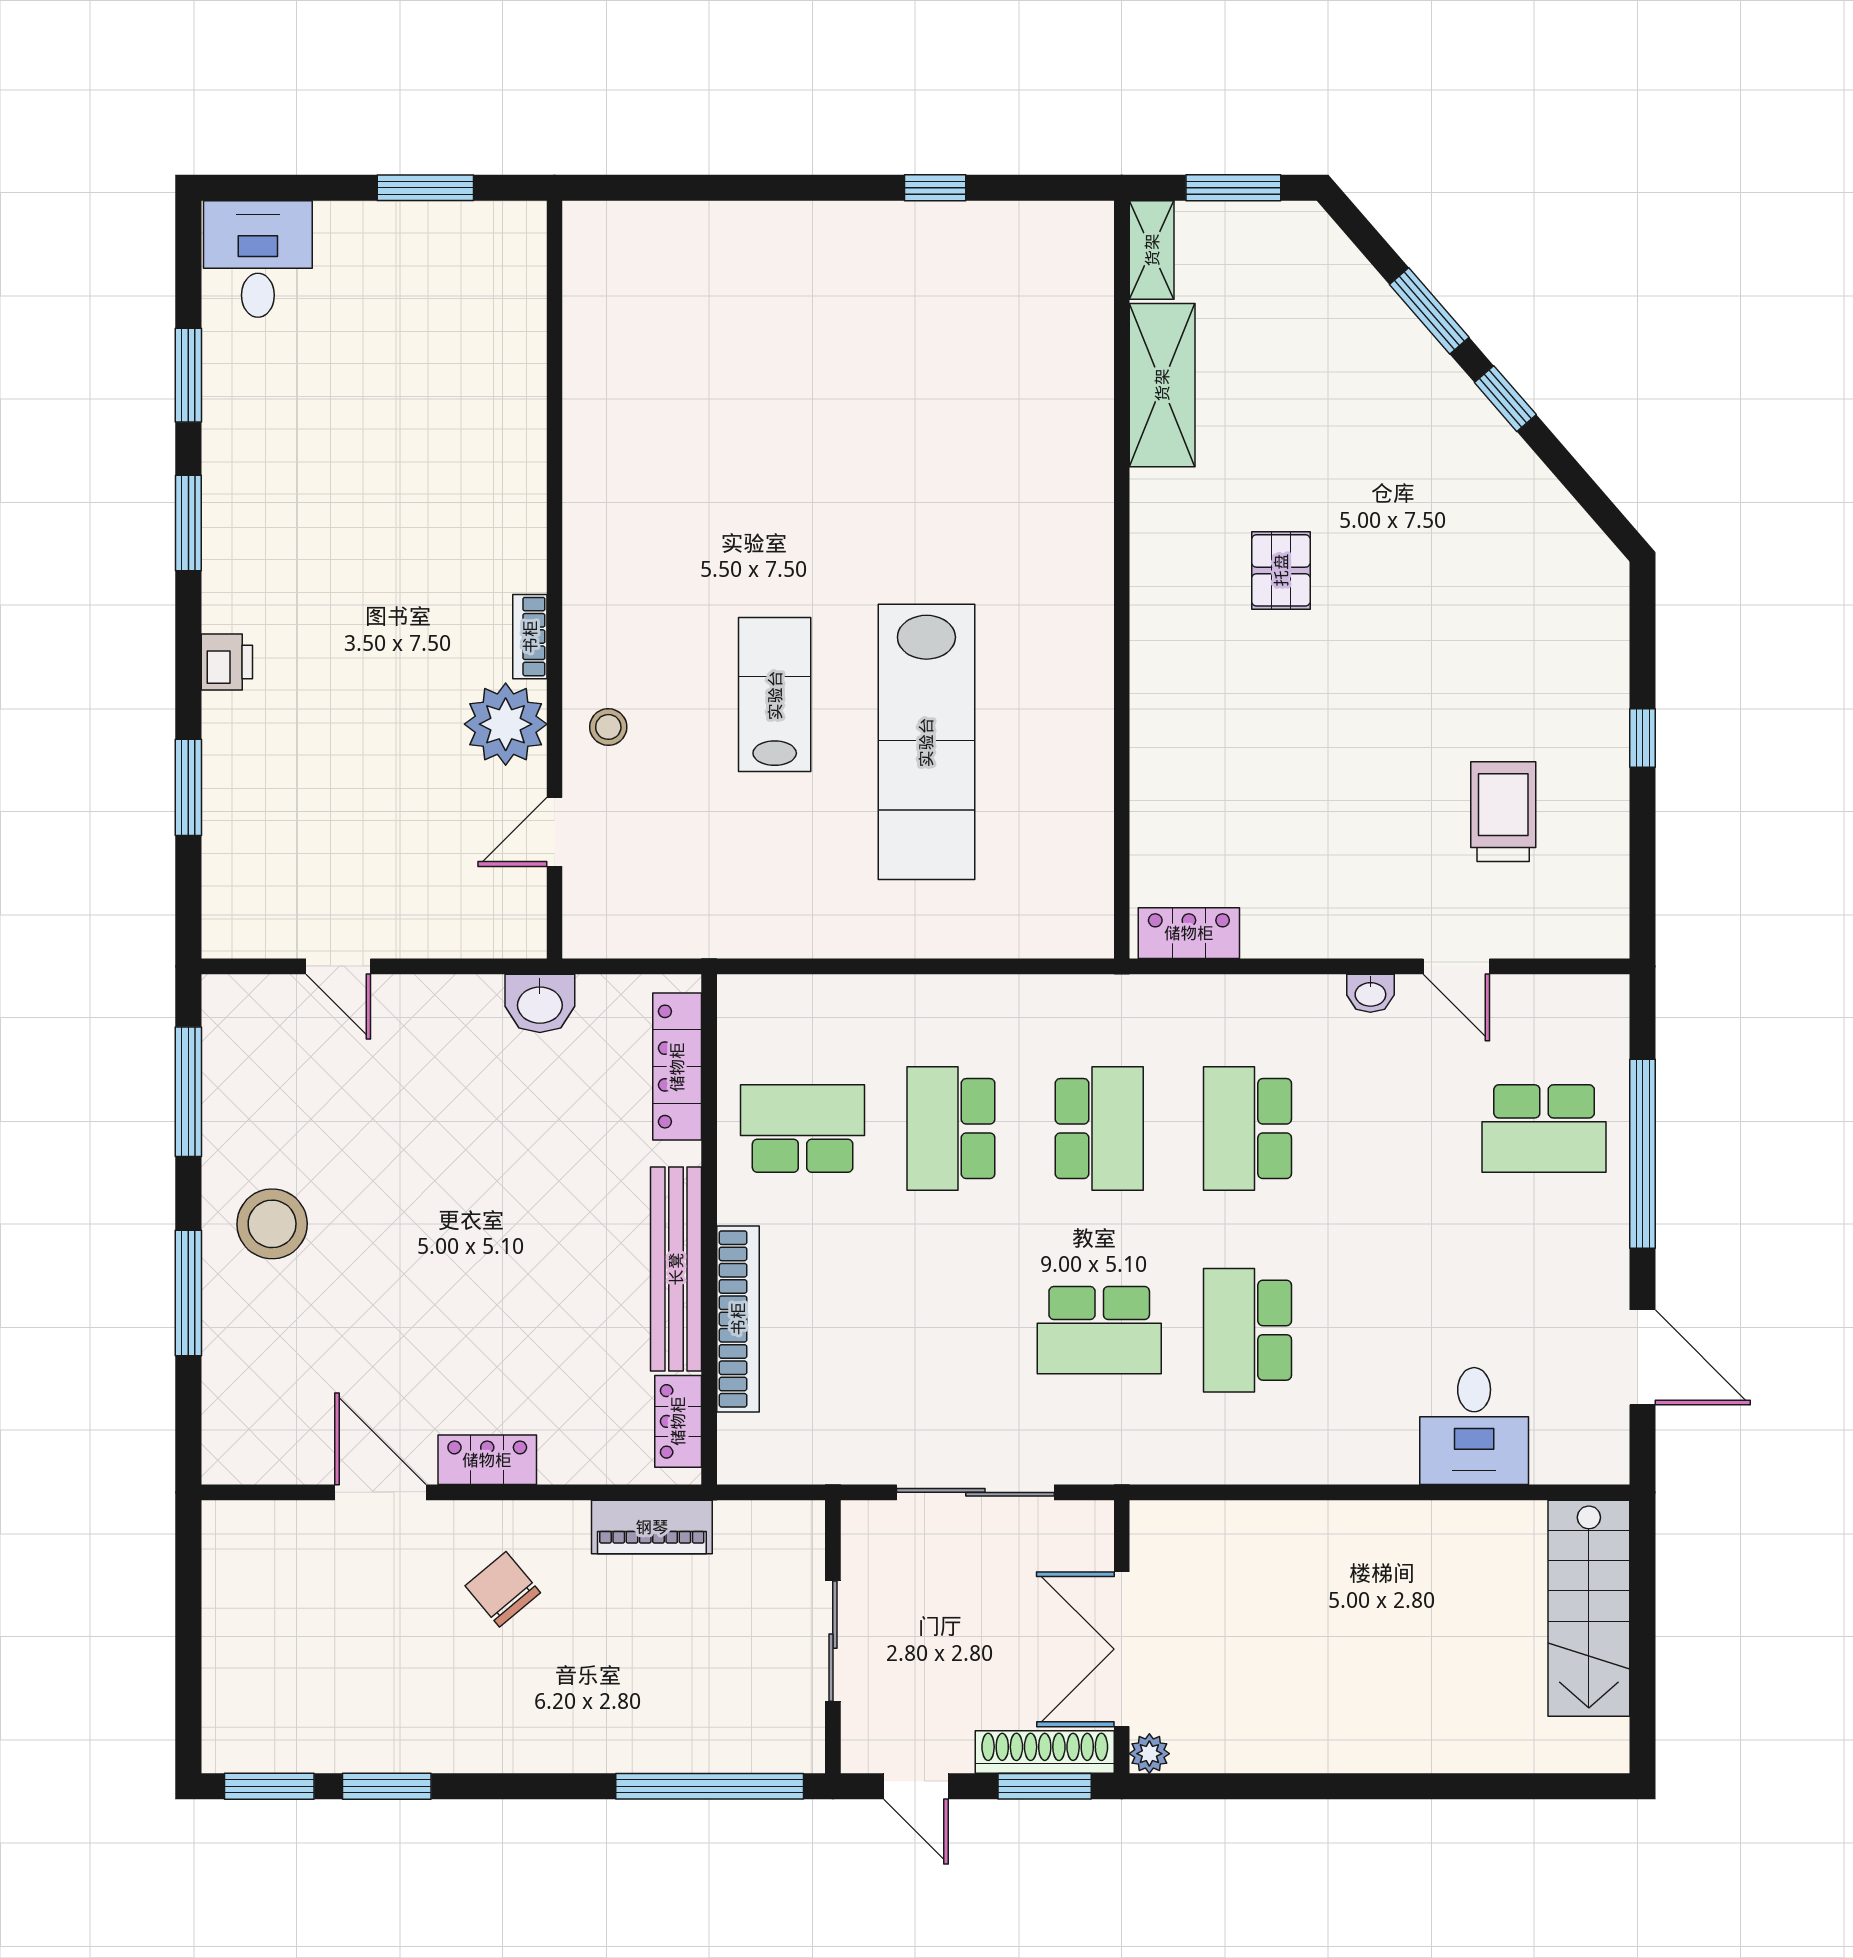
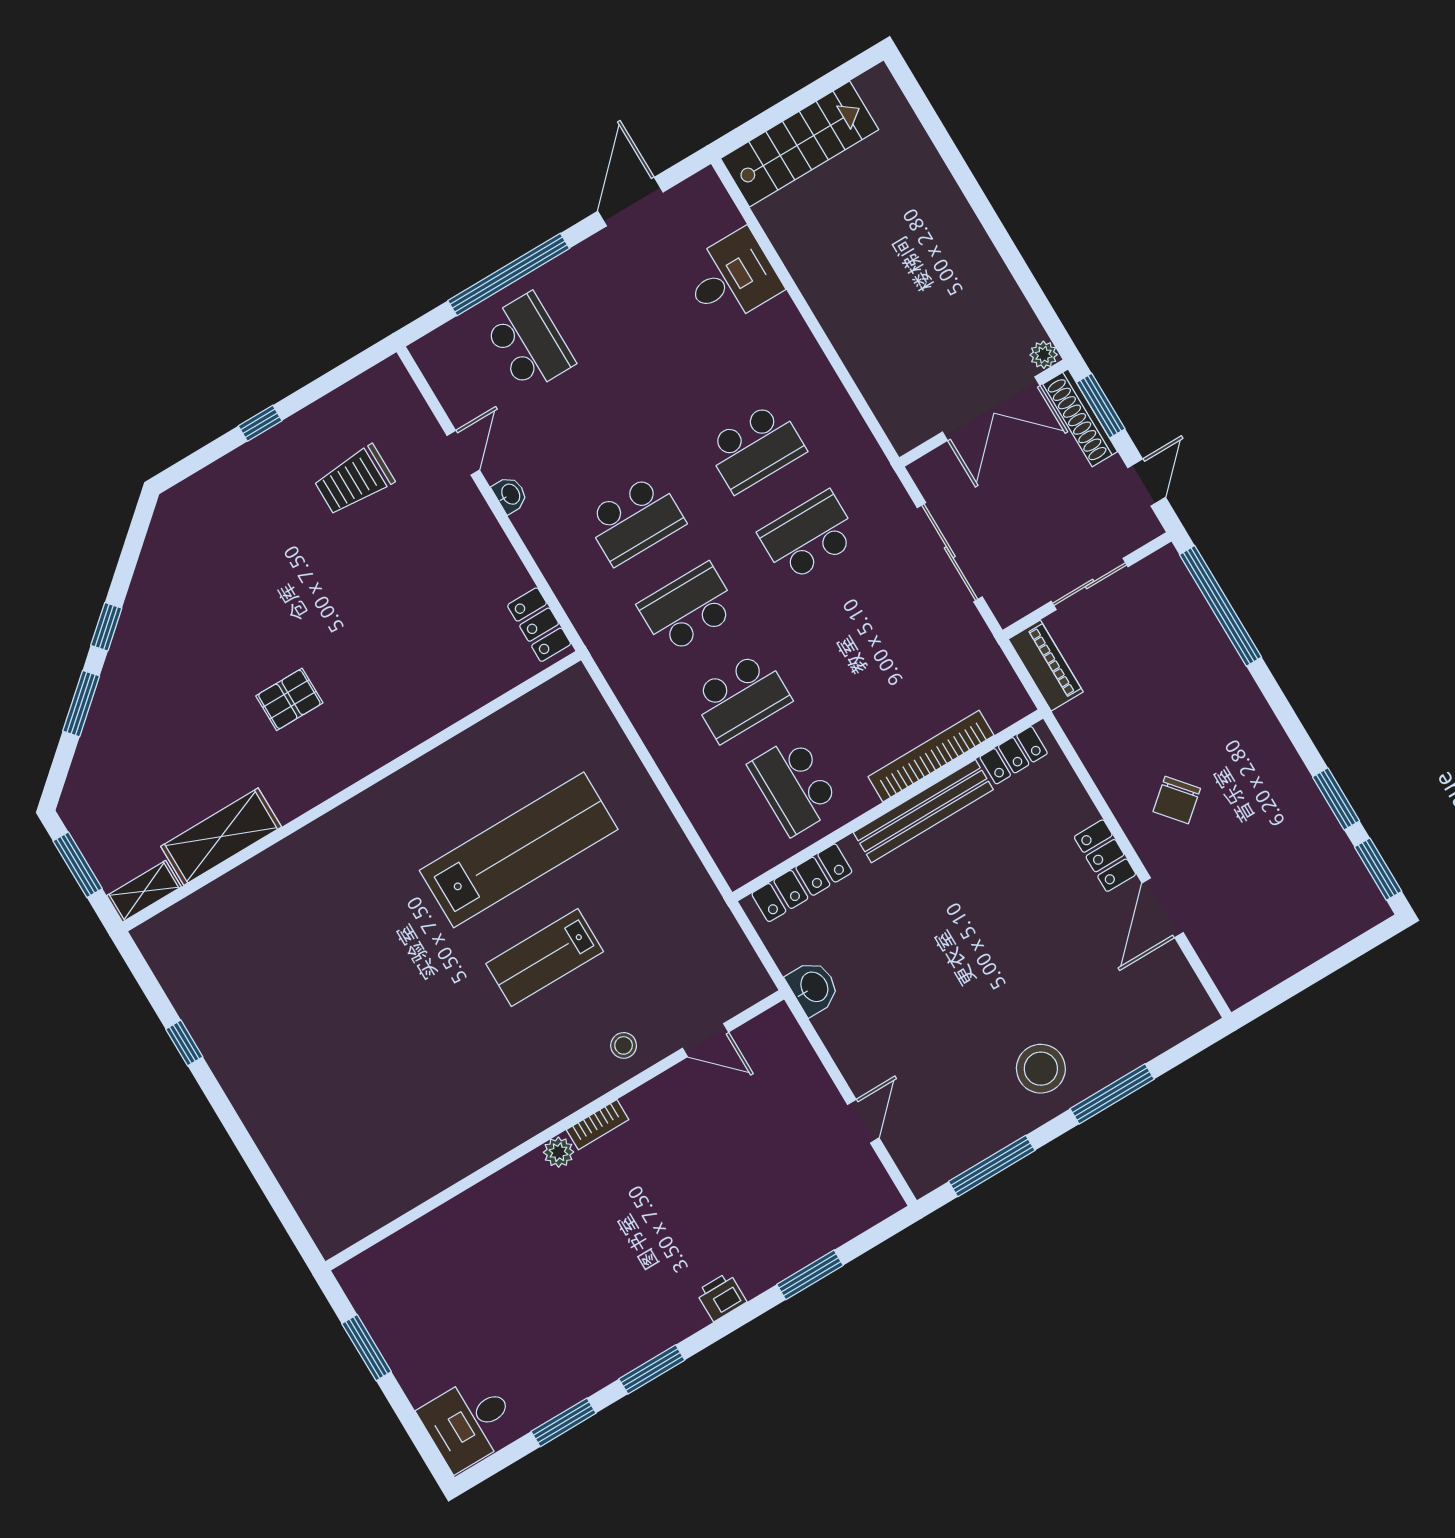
plant: (506, 724) -> (559, 1152), moved, width x0.53, depth x0.53
school desk: (1099, 1330) -> (809, 536), turned -90
piano: (652, 1527) -> (1046, 666), moved

